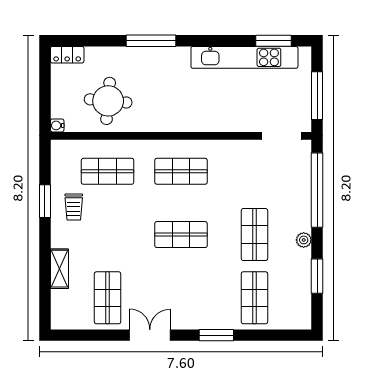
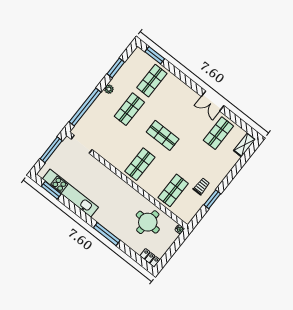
shop shelf: (108, 171) -> (173, 190), turned 90
shop shelf: (181, 171) -> (140, 164), turned 90
shelving: (60, 269) -> (245, 145), moved
window: (216, 335) -> (155, 55), moved

